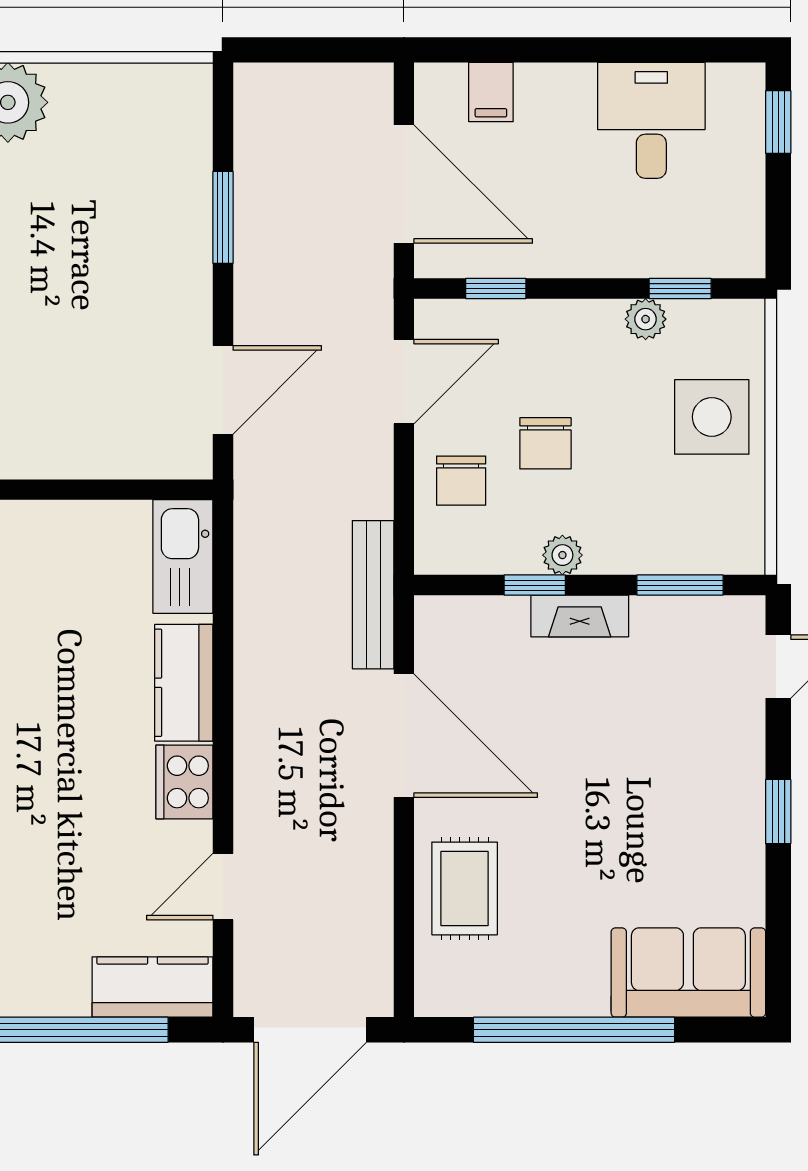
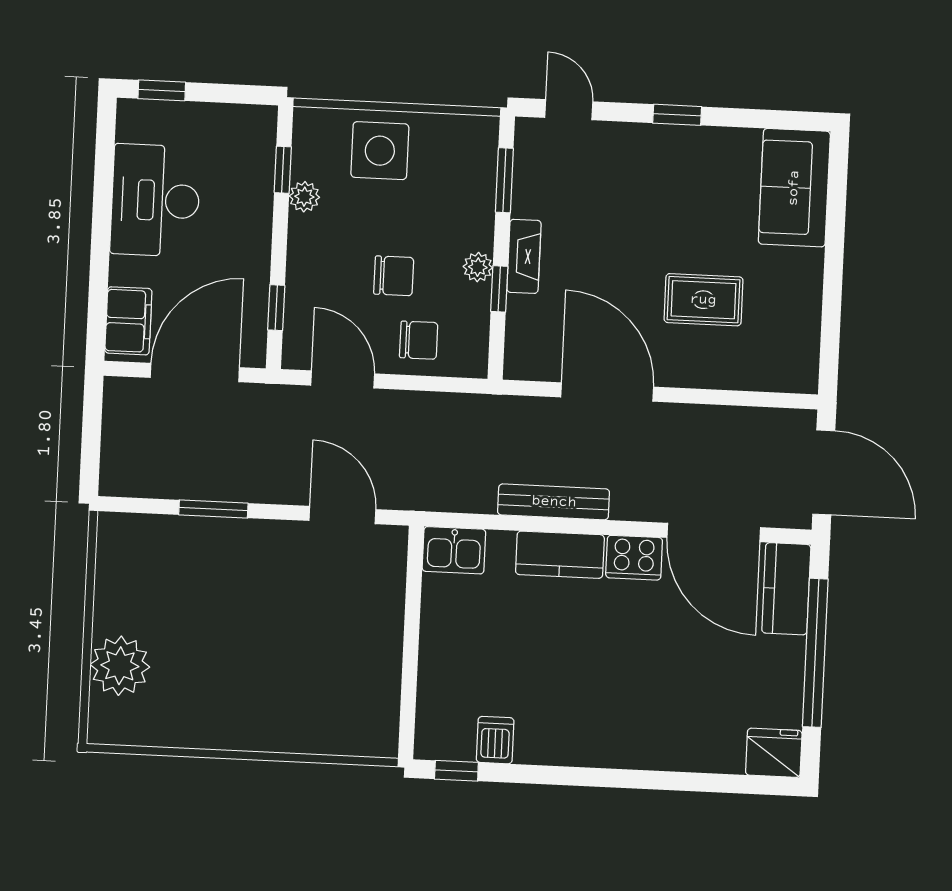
filing cabinet: (491, 92) -> (128, 321), width x2.00
desk: (651, 120) -> (155, 200), width x1.37
kitchen sink: (183, 556) -> (454, 550), width x0.73
bench: (373, 595) -> (554, 502), moved
door: (404, 736) -> (607, 392), hinge flipped
door: (223, 887) -> (714, 533), width x1.88
rug: (465, 888) -> (703, 300), moved
window: (574, 1030) -> (833, 275), removed

